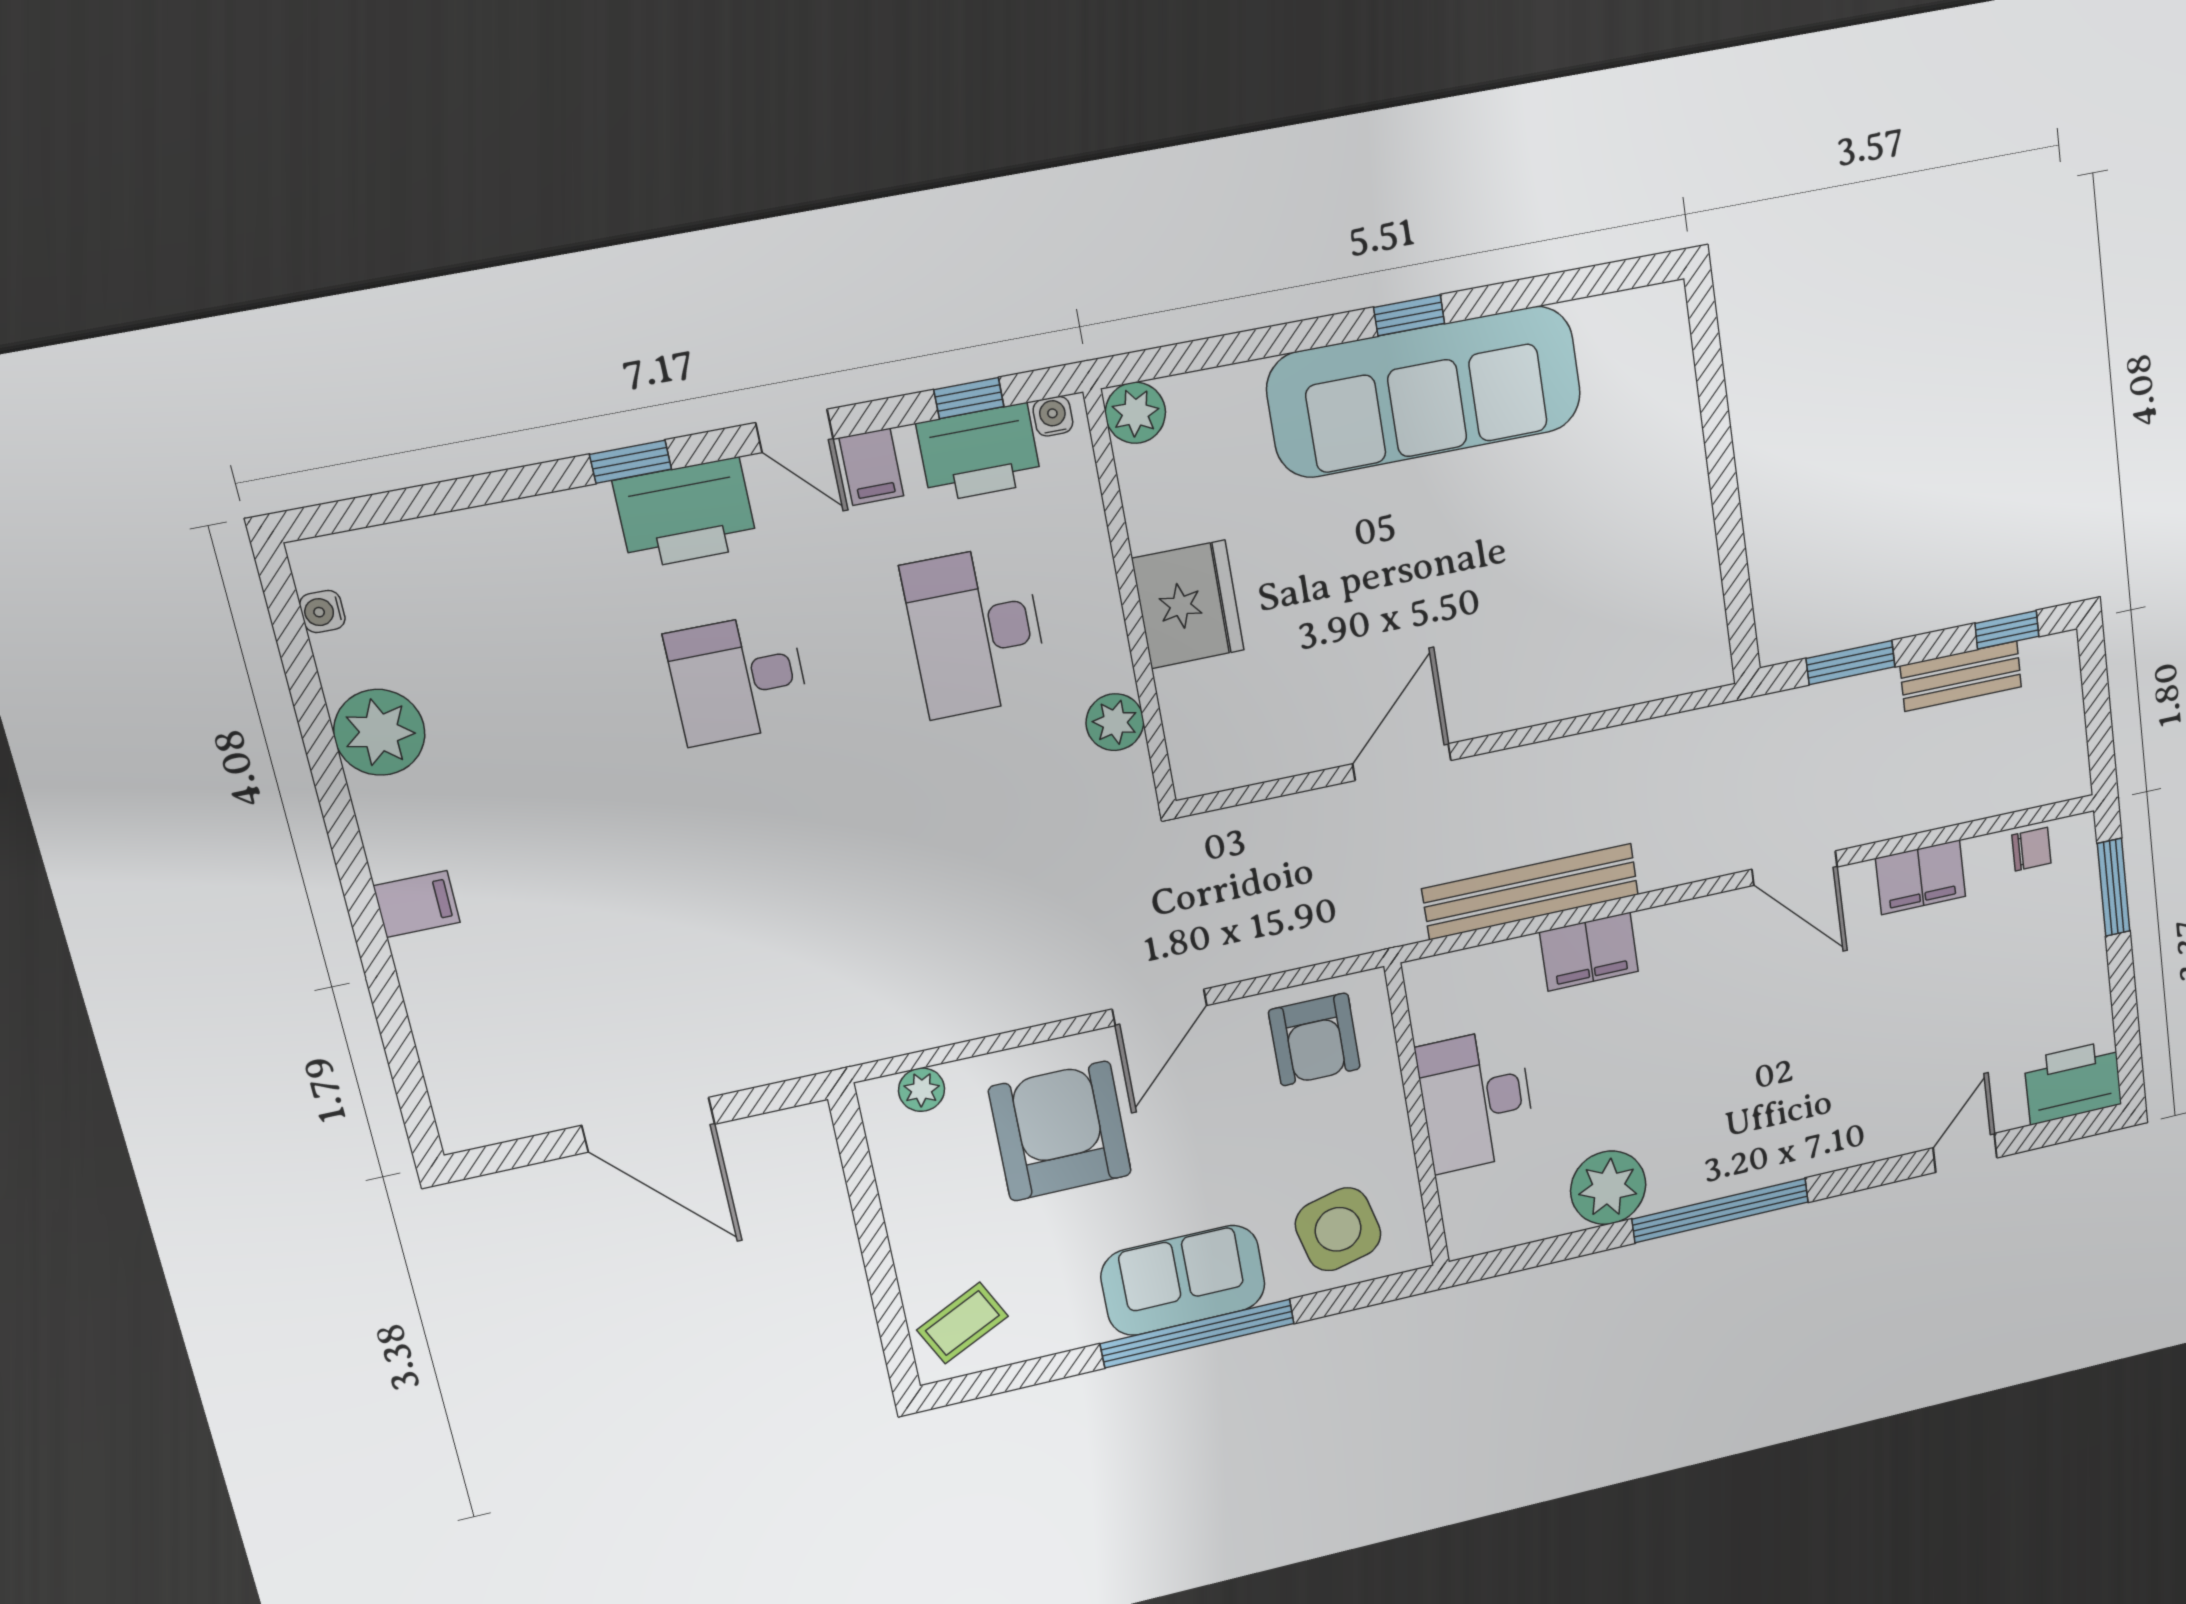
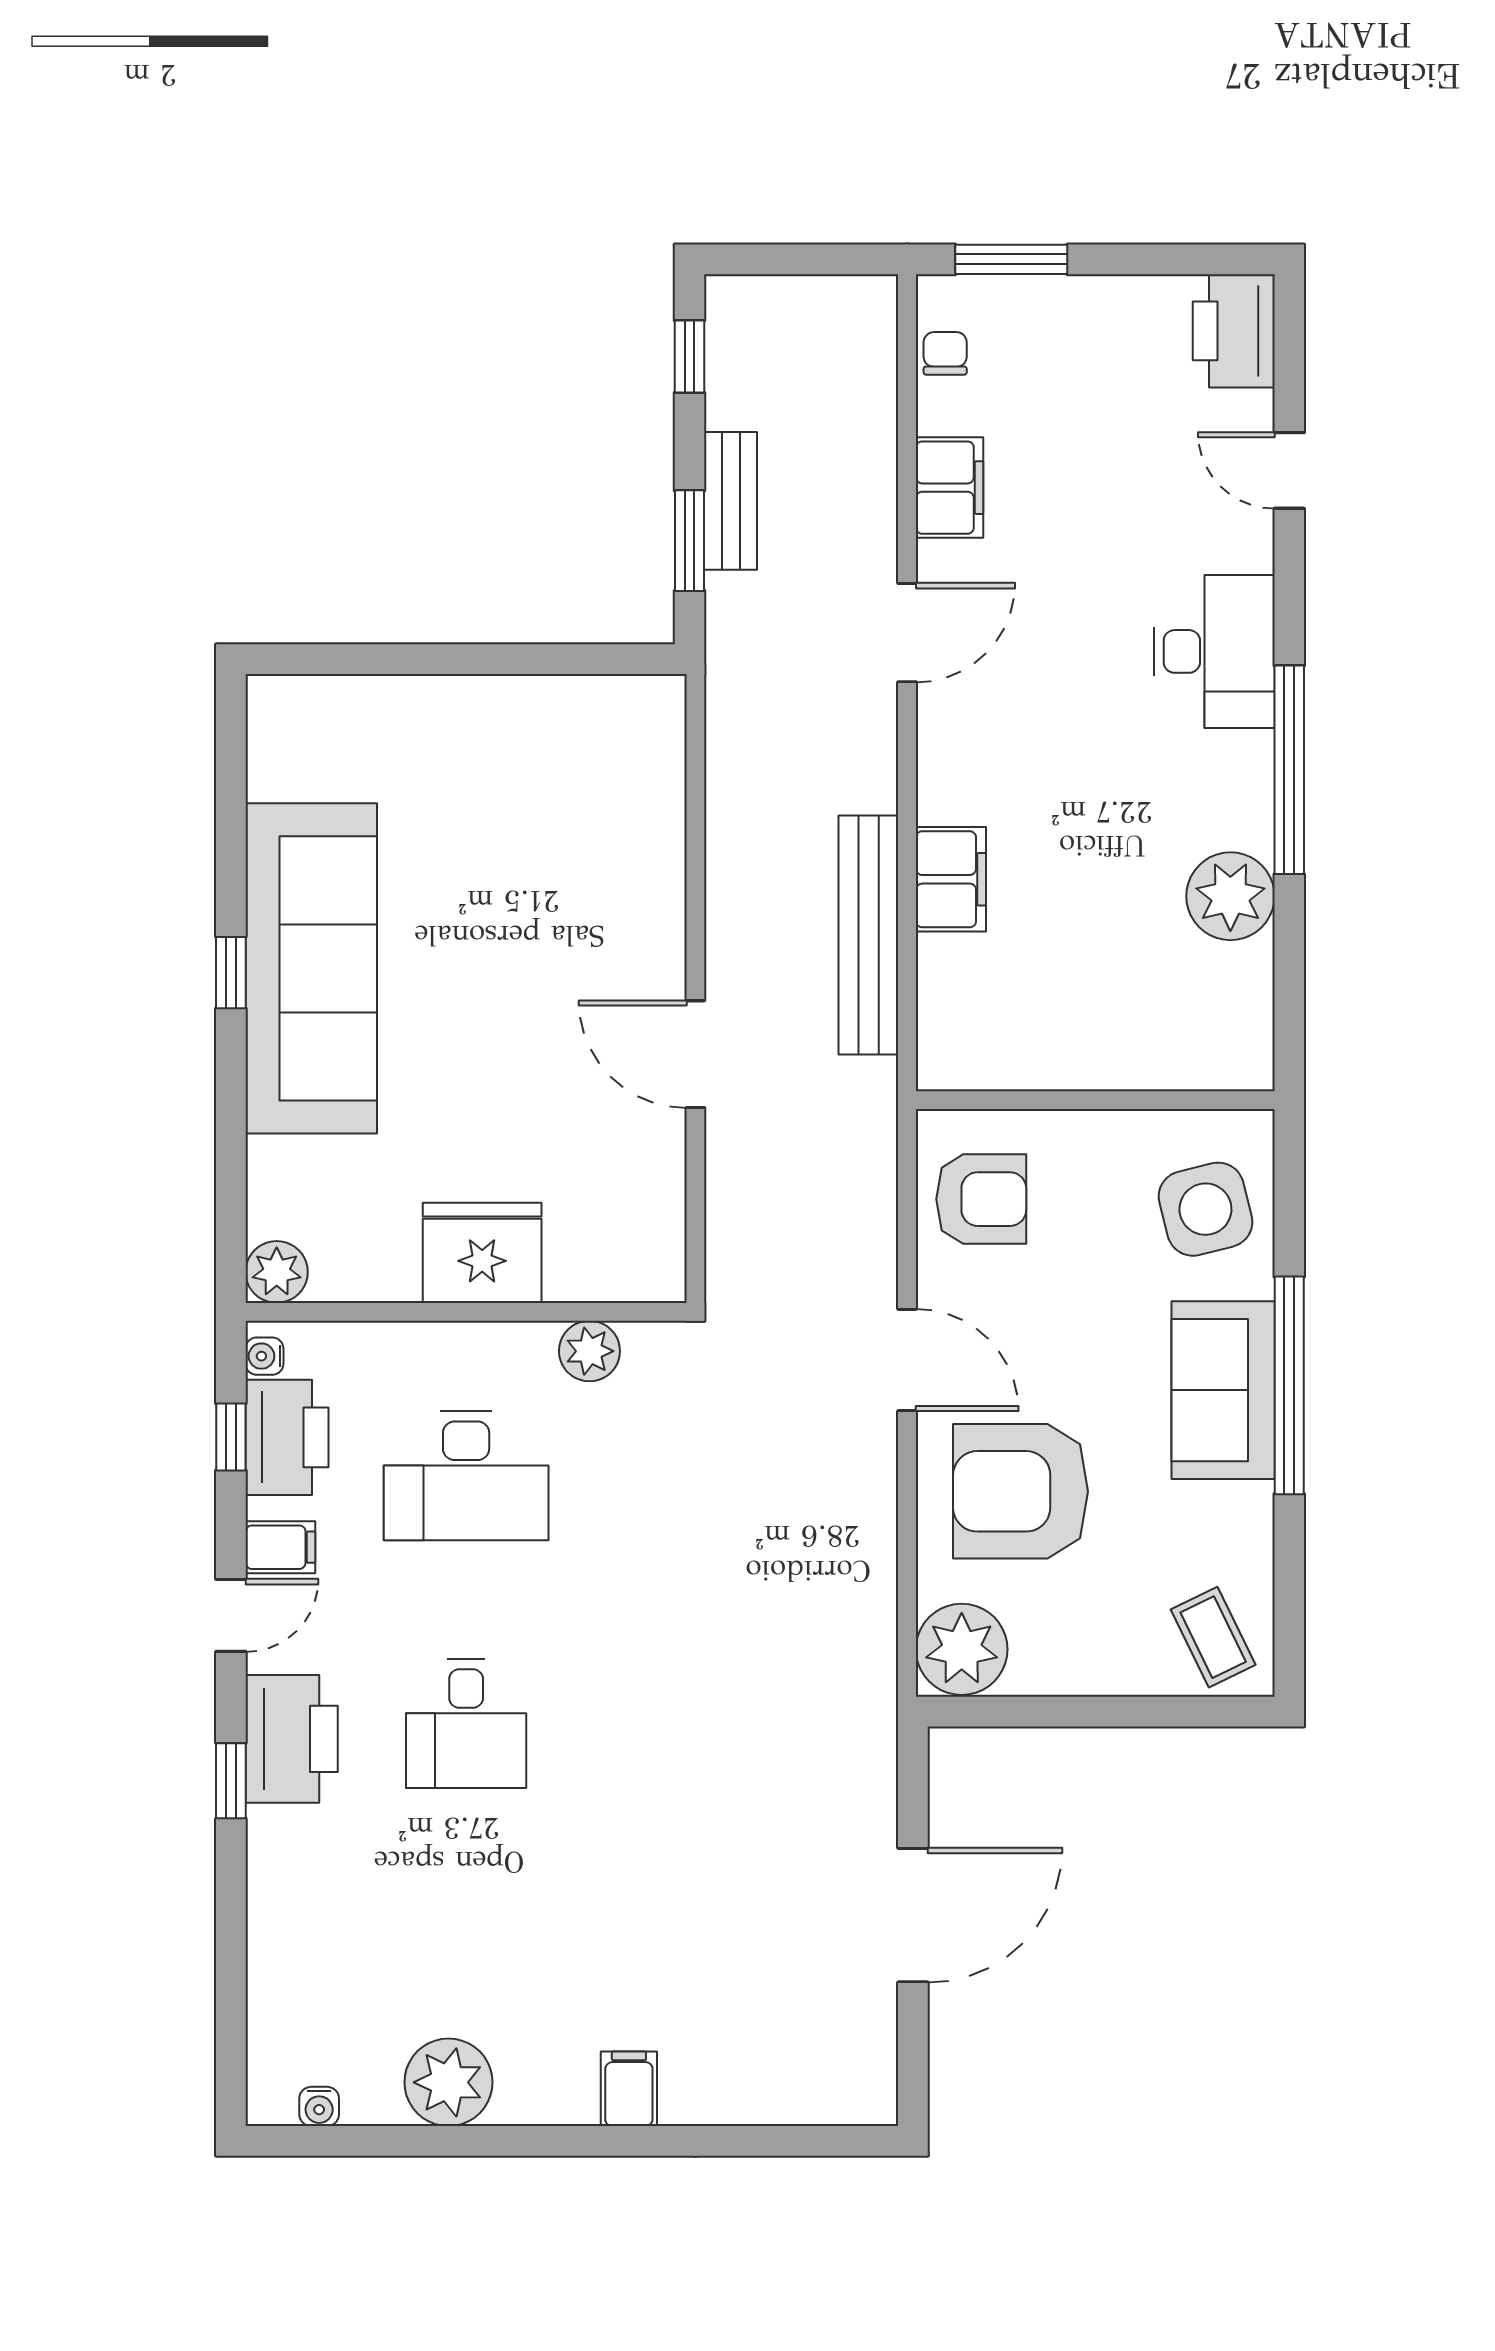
bench: (1961, 676) -> (731, 501), moved
plant: (922, 1090) -> (962, 1649), width x1.88, depth x1.88
desk: (1476, 1100) -> (1214, 651), moved, turned -90

